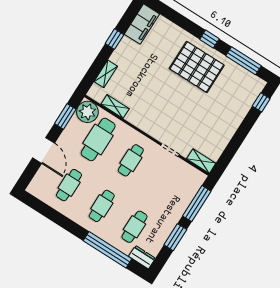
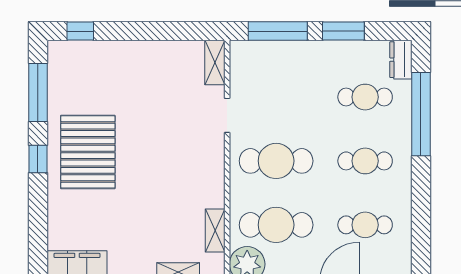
cafe table: (131, 160) -> (276, 161), width x1.37, depth x1.35

